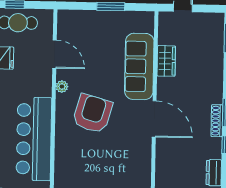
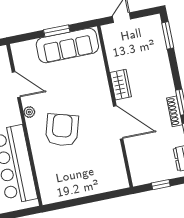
wardrobe: (166, 61) -> (121, 85), moved
sofa: (139, 66) -> (67, 46), moved, turned -90

